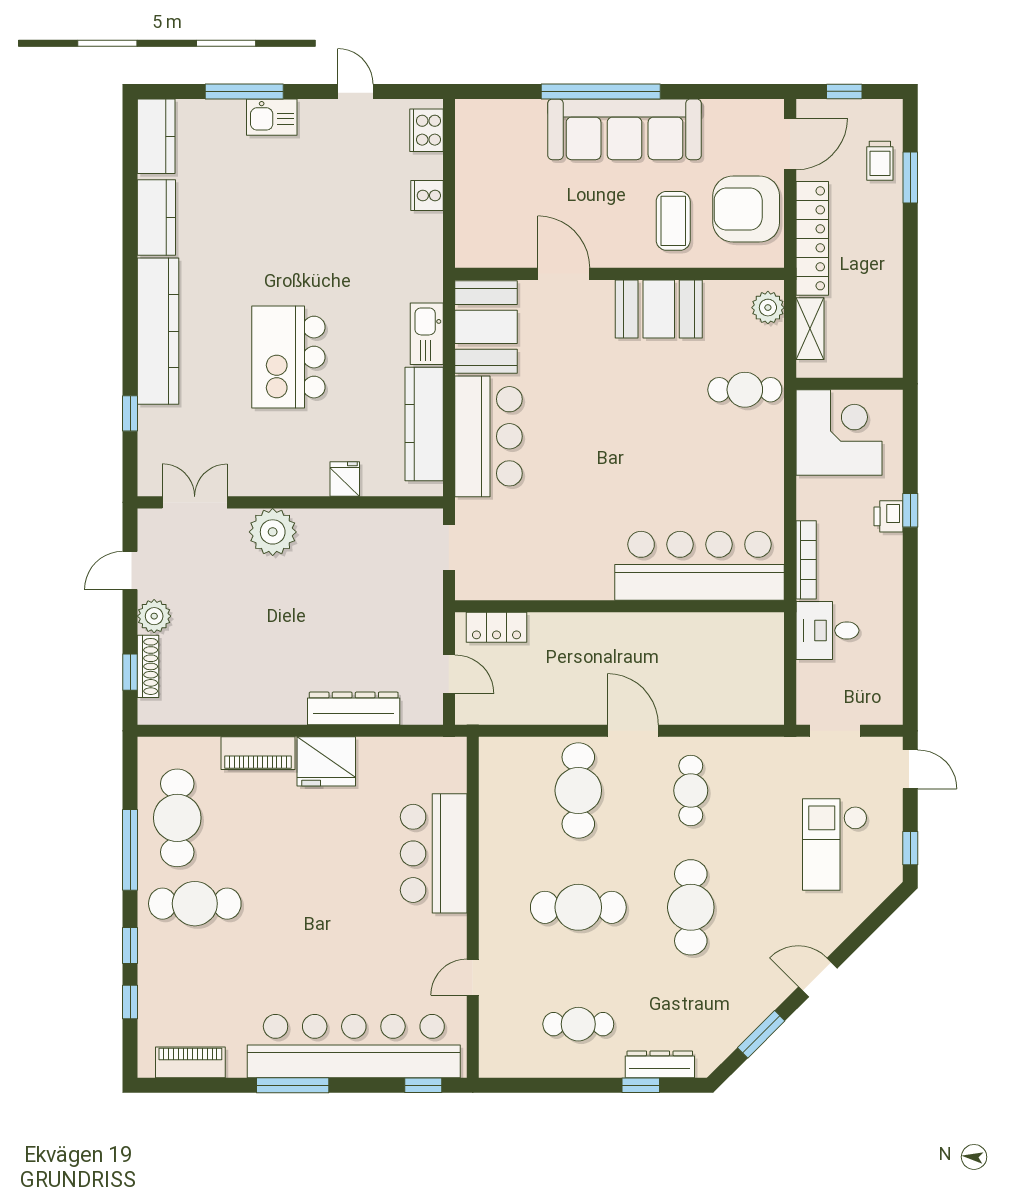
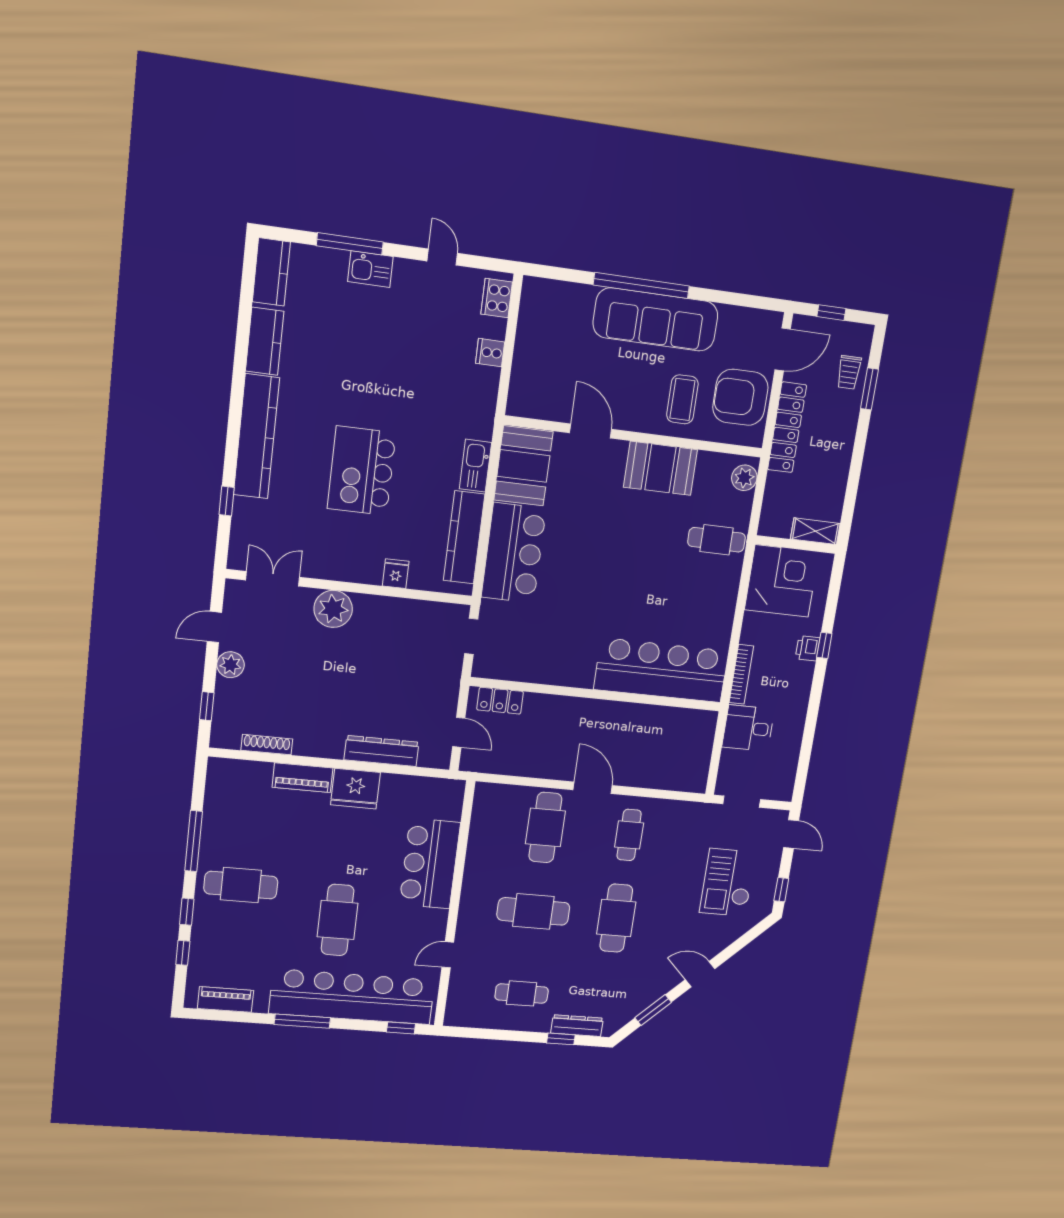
shelving: (810, 329) -> (815, 531), moved, turned 90
shoe rack: (148, 666) -> (267, 745), moved, turned -90
cafe table: (177, 818) -> (338, 920), moved

